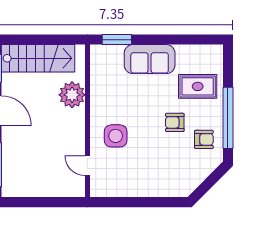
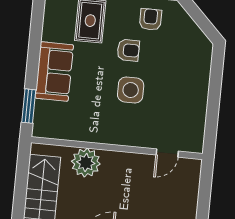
armchair: (175, 122) -> (128, 50), turned -90
side table: (116, 136) -> (131, 90), moved

